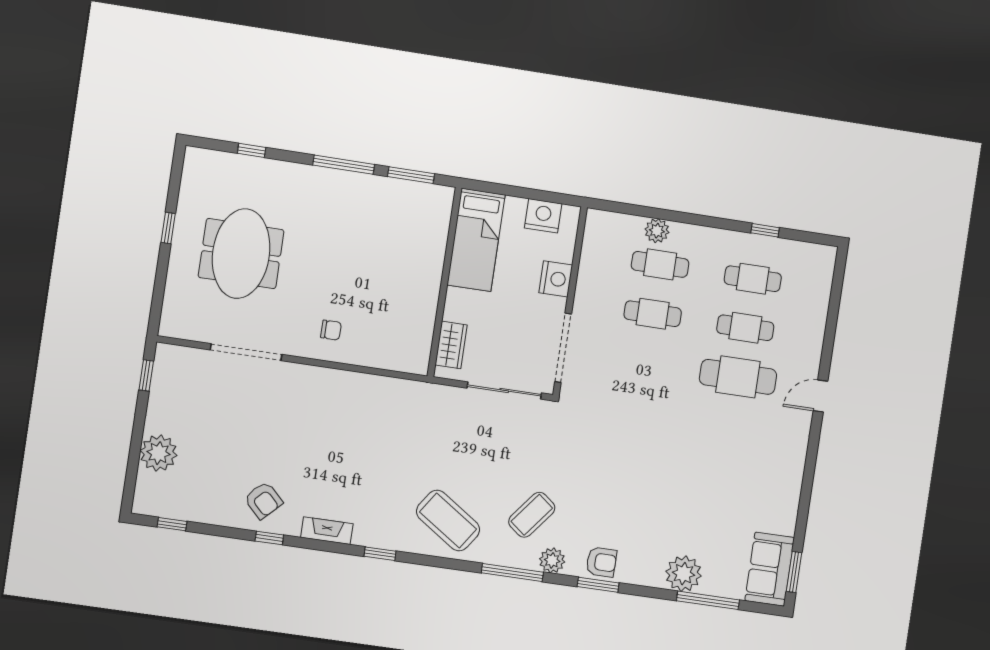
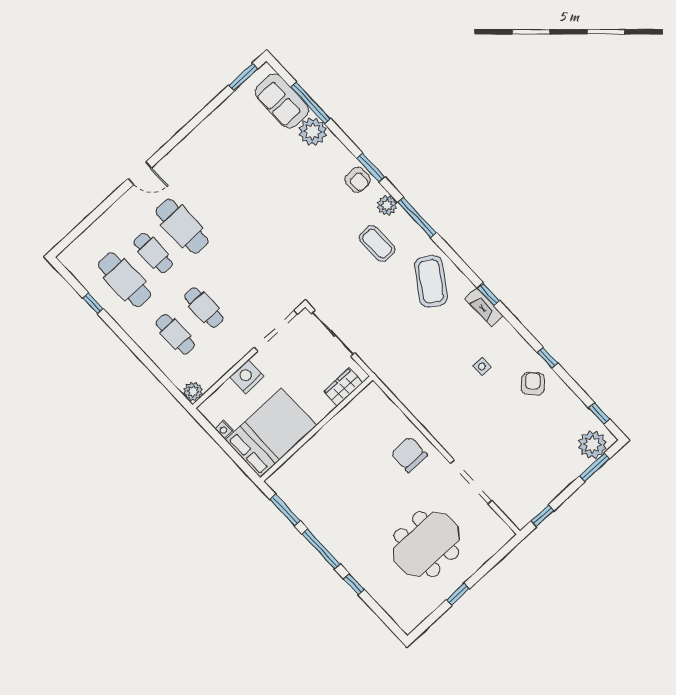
window: (252, 150) -> (354, 584), moved
nightstand: (543, 216) -> (224, 429), width x0.53, depth x0.56
plant: (657, 231) -> (193, 391), moved
bed: (476, 240) -> (271, 433), width x1.50
cafe table: (753, 279) -> (124, 280), width x1.37, depth x1.35
chair: (331, 330) -> (409, 455), width x1.87, depth x1.87
plant: (159, 453) -> (592, 445), moved
window: (133, 466) -> (594, 467), added
side table: (329, 477) -> (482, 366), added
coffee table: (532, 515) -> (377, 244), turned 51
fireplace: (327, 531) -> (484, 307), moved
armchair: (601, 562) -> (357, 180), turned 180
sofa: (770, 569) -> (282, 101), moved, turned 90

